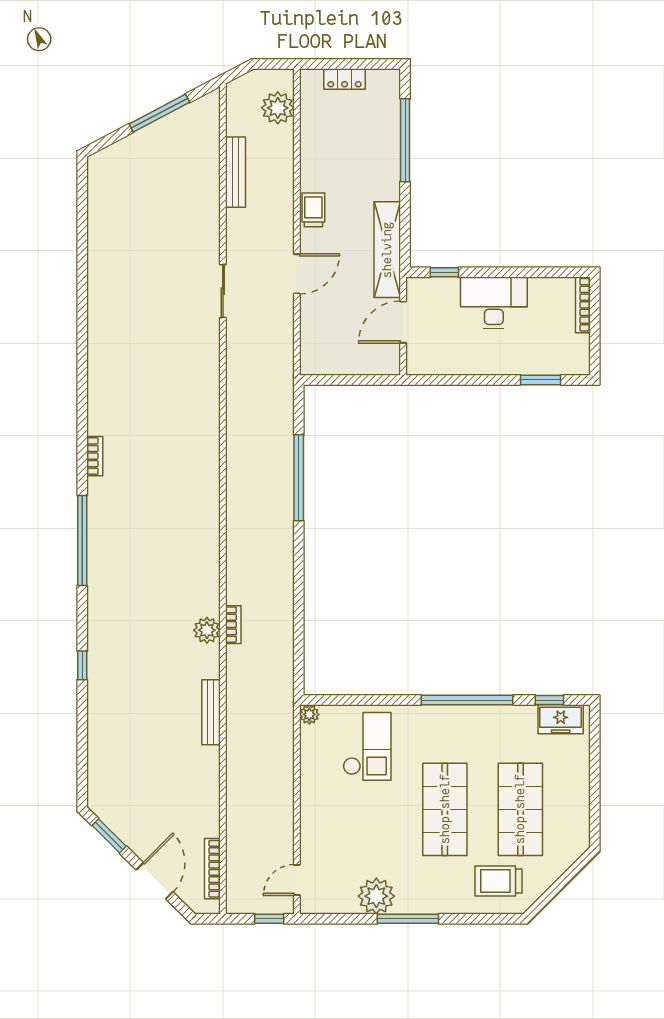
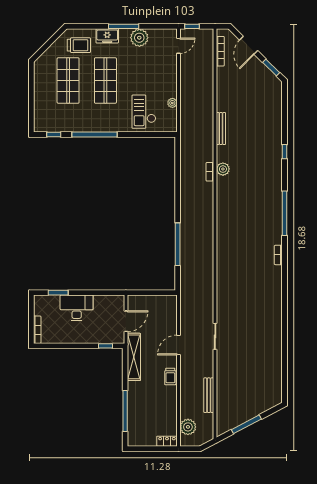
locker: (345, 79) -> (167, 441), moved
desk: (494, 303) -> (77, 308), moved, turned 180
plant: (309, 714) -> (172, 103), moved
freezer: (561, 719) -> (107, 36), moved, turned 180

